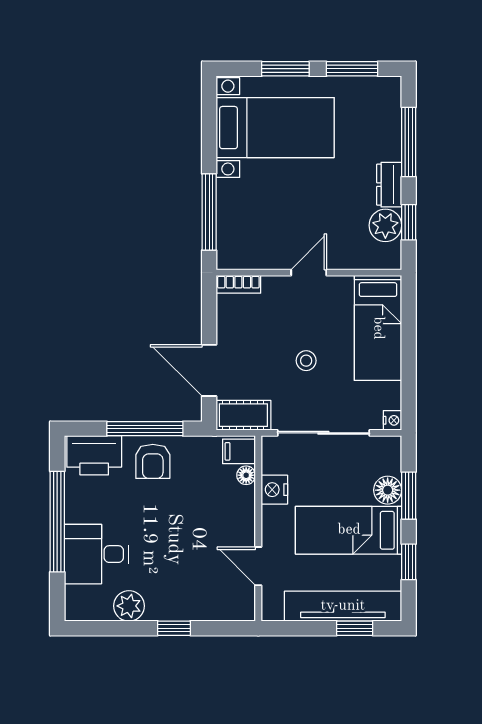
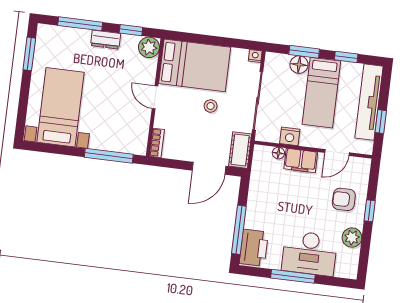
window: (285, 69) -> (24, 96), removed
plant: (385, 225) -> (149, 47), moved
bed: (378, 328) -> (195, 65), width x1.50
window: (145, 429) -> (239, 230), moved
filing cabinet: (239, 451) -> (301, 160), moved, width x2.00
armchair: (153, 461) -> (344, 199), moved, turned 180
window: (57, 522) -> (293, 276), width x0.68
desk: (96, 554) -> (309, 253), width x1.37
window: (355, 628) -> (381, 122), moved

